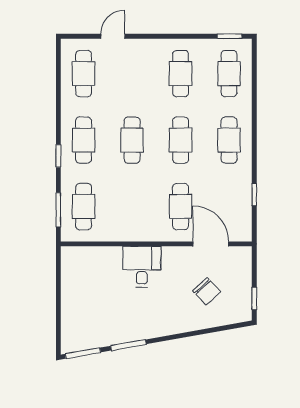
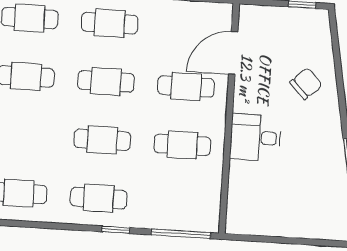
cafe table: (84, 207) -> (182, 145), moved
window: (58, 210) -> (181, 234), width x1.44
chair: (207, 291) -> (306, 84), moved

